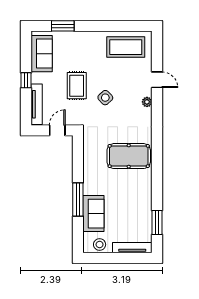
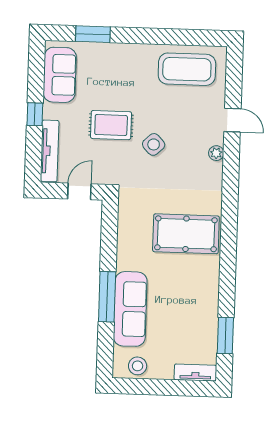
rug: (77, 86) -> (111, 125), turned 90
sofa: (93, 214) -> (130, 309), width x1.36
tv unit: (132, 248) -> (195, 373), width x0.71

